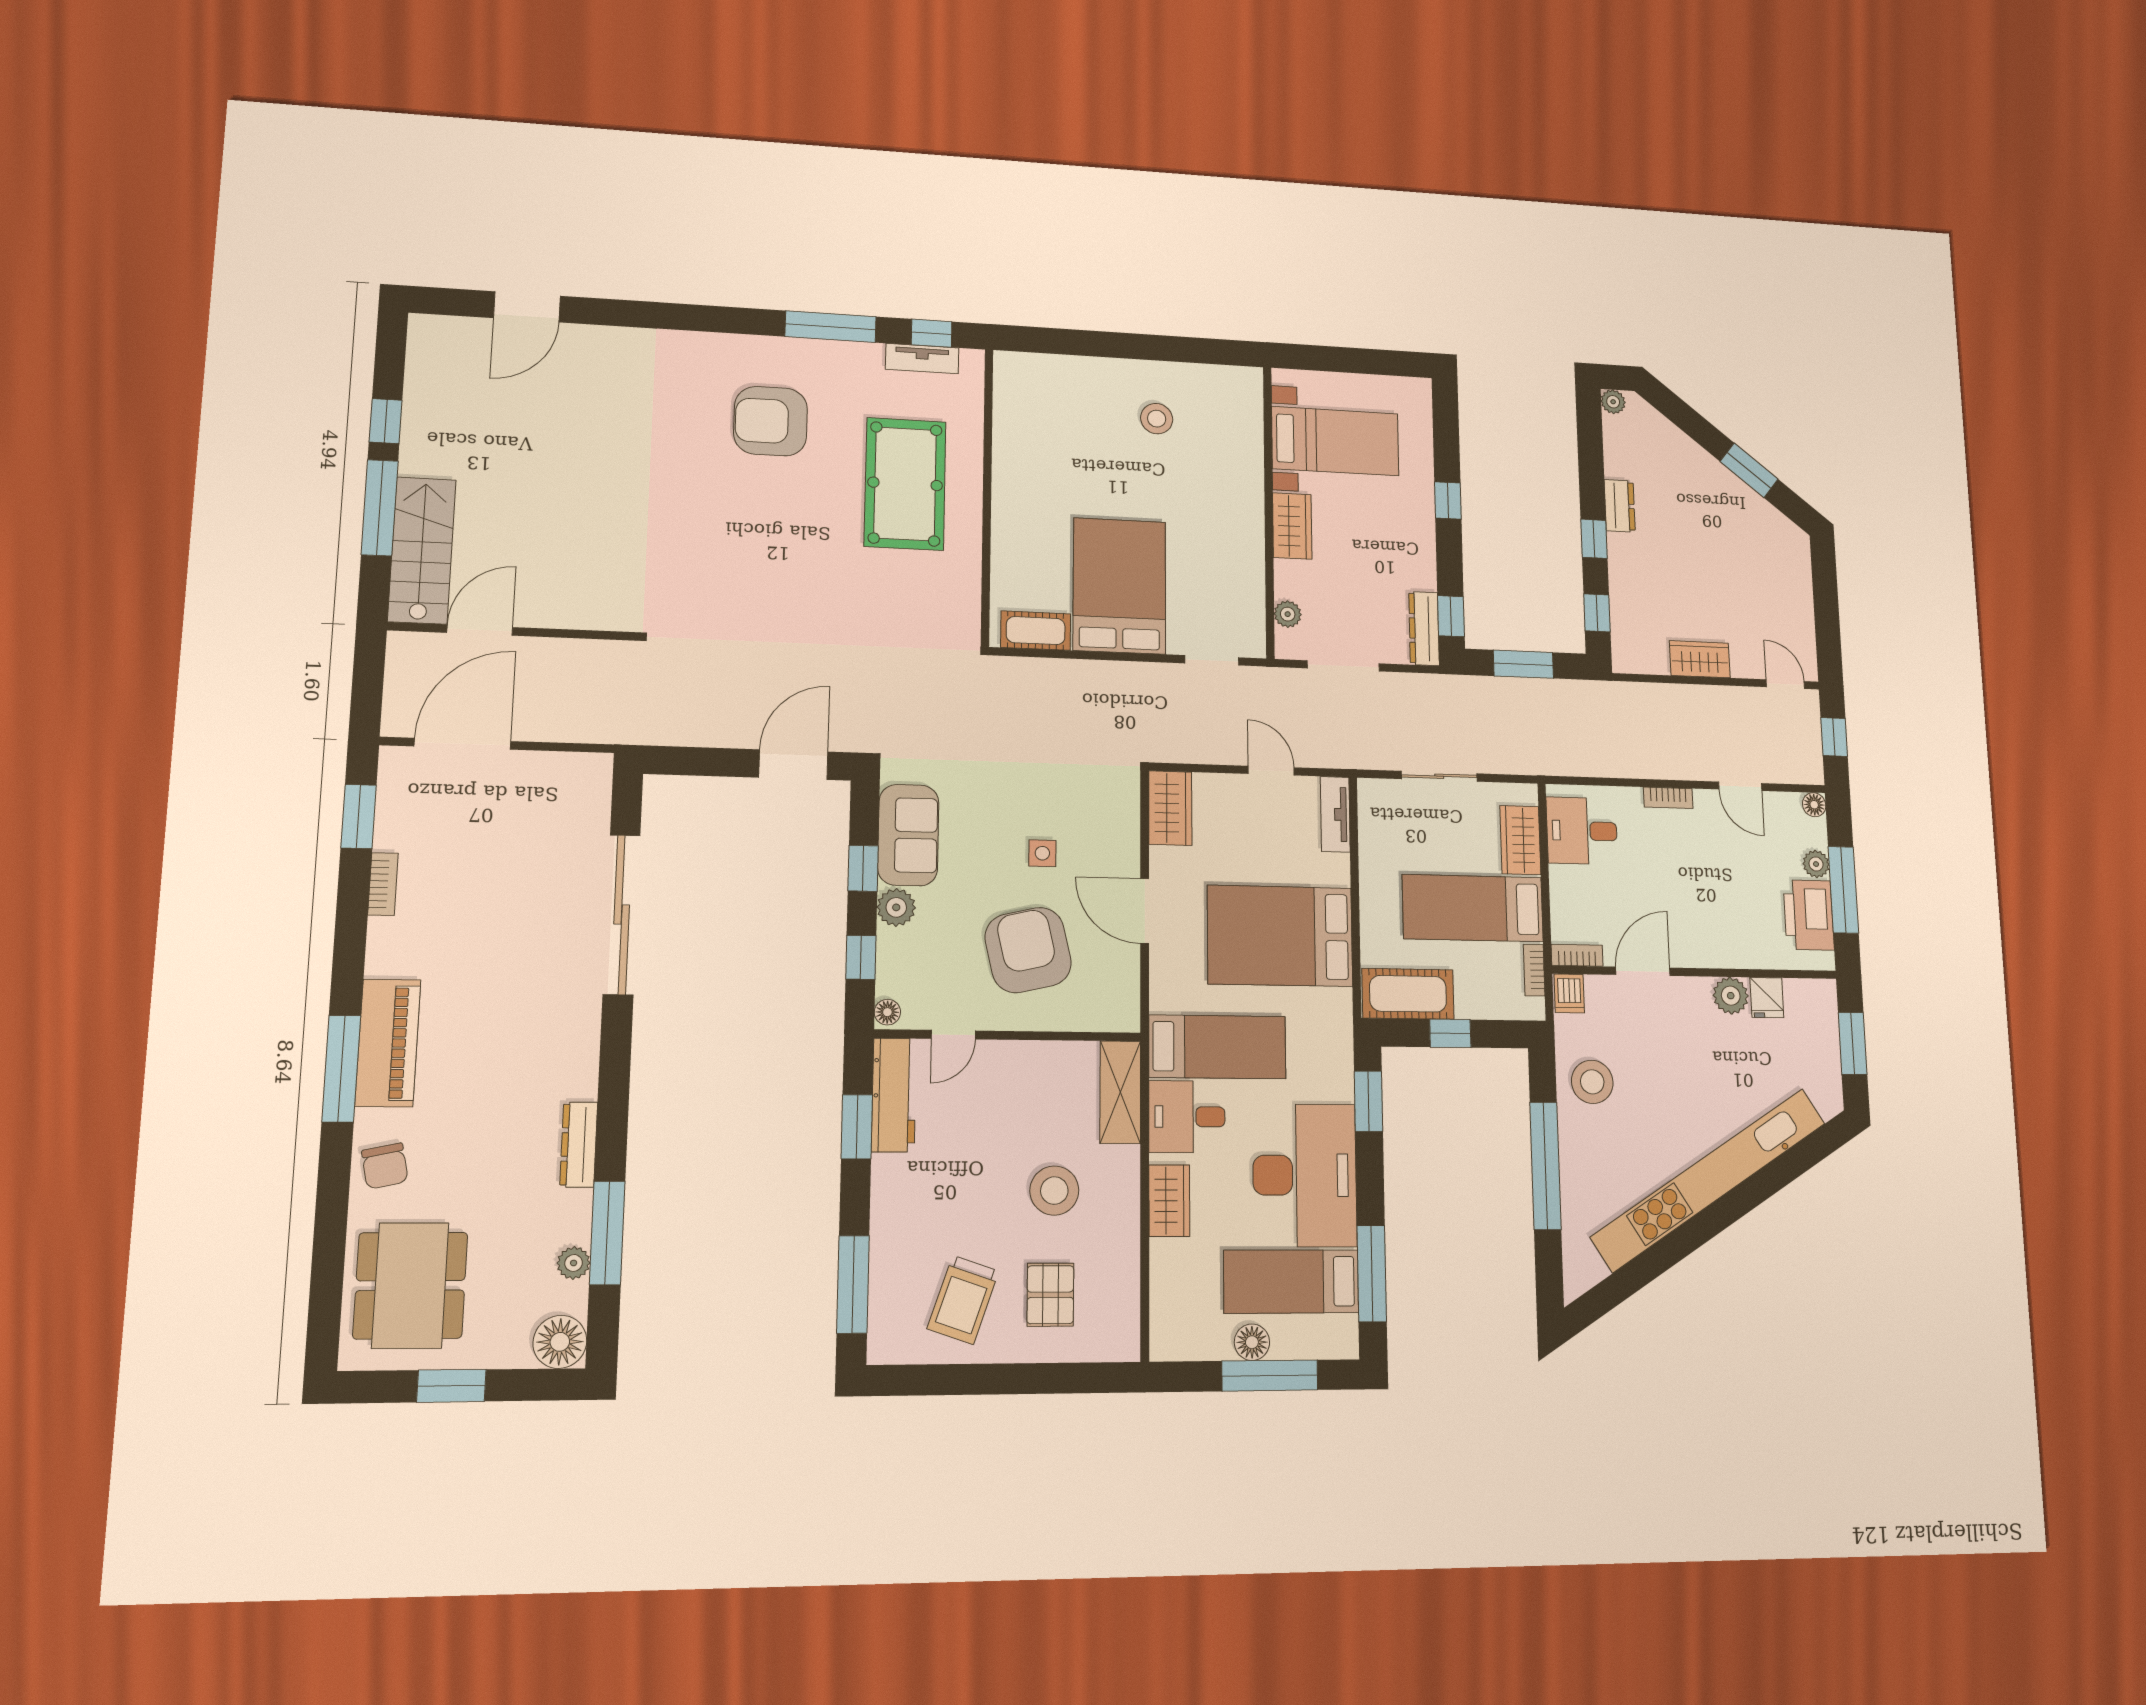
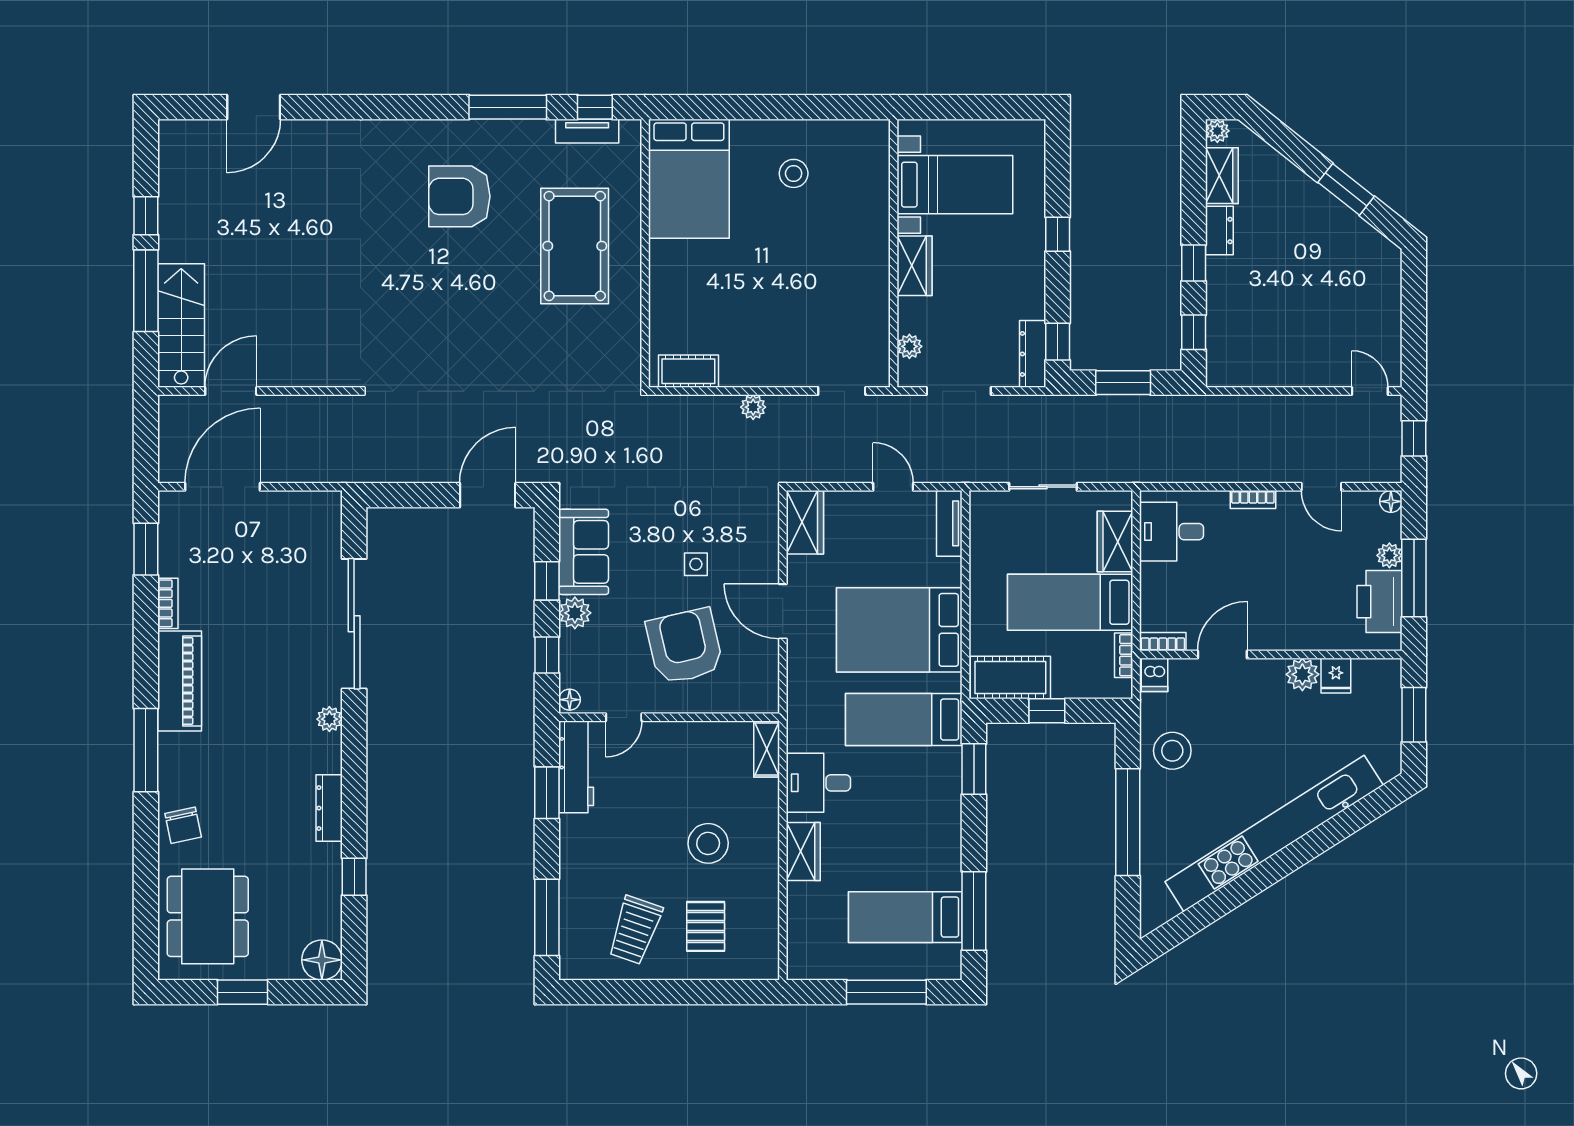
bed: (1120, 586) -> (689, 179), moved, turned 180
wardrobe: (1700, 659) -> (1222, 176), moved, turned 90
plant: (1110, 674) -> (753, 407), added
piano: (388, 1043) -> (180, 681), moved
bed: (1217, 1047) -> (904, 720), moved, turned 180
shelving: (1120, 1092) -> (767, 749), width x0.67, depth x0.75
desk: (1305, 1175) -> (918, 831), removed
window: (607, 1233) -> (354, 877), width x0.46
plant: (574, 1263) -> (329, 719), moved
floor lamp: (1252, 1342) -> (872, 966), removed

